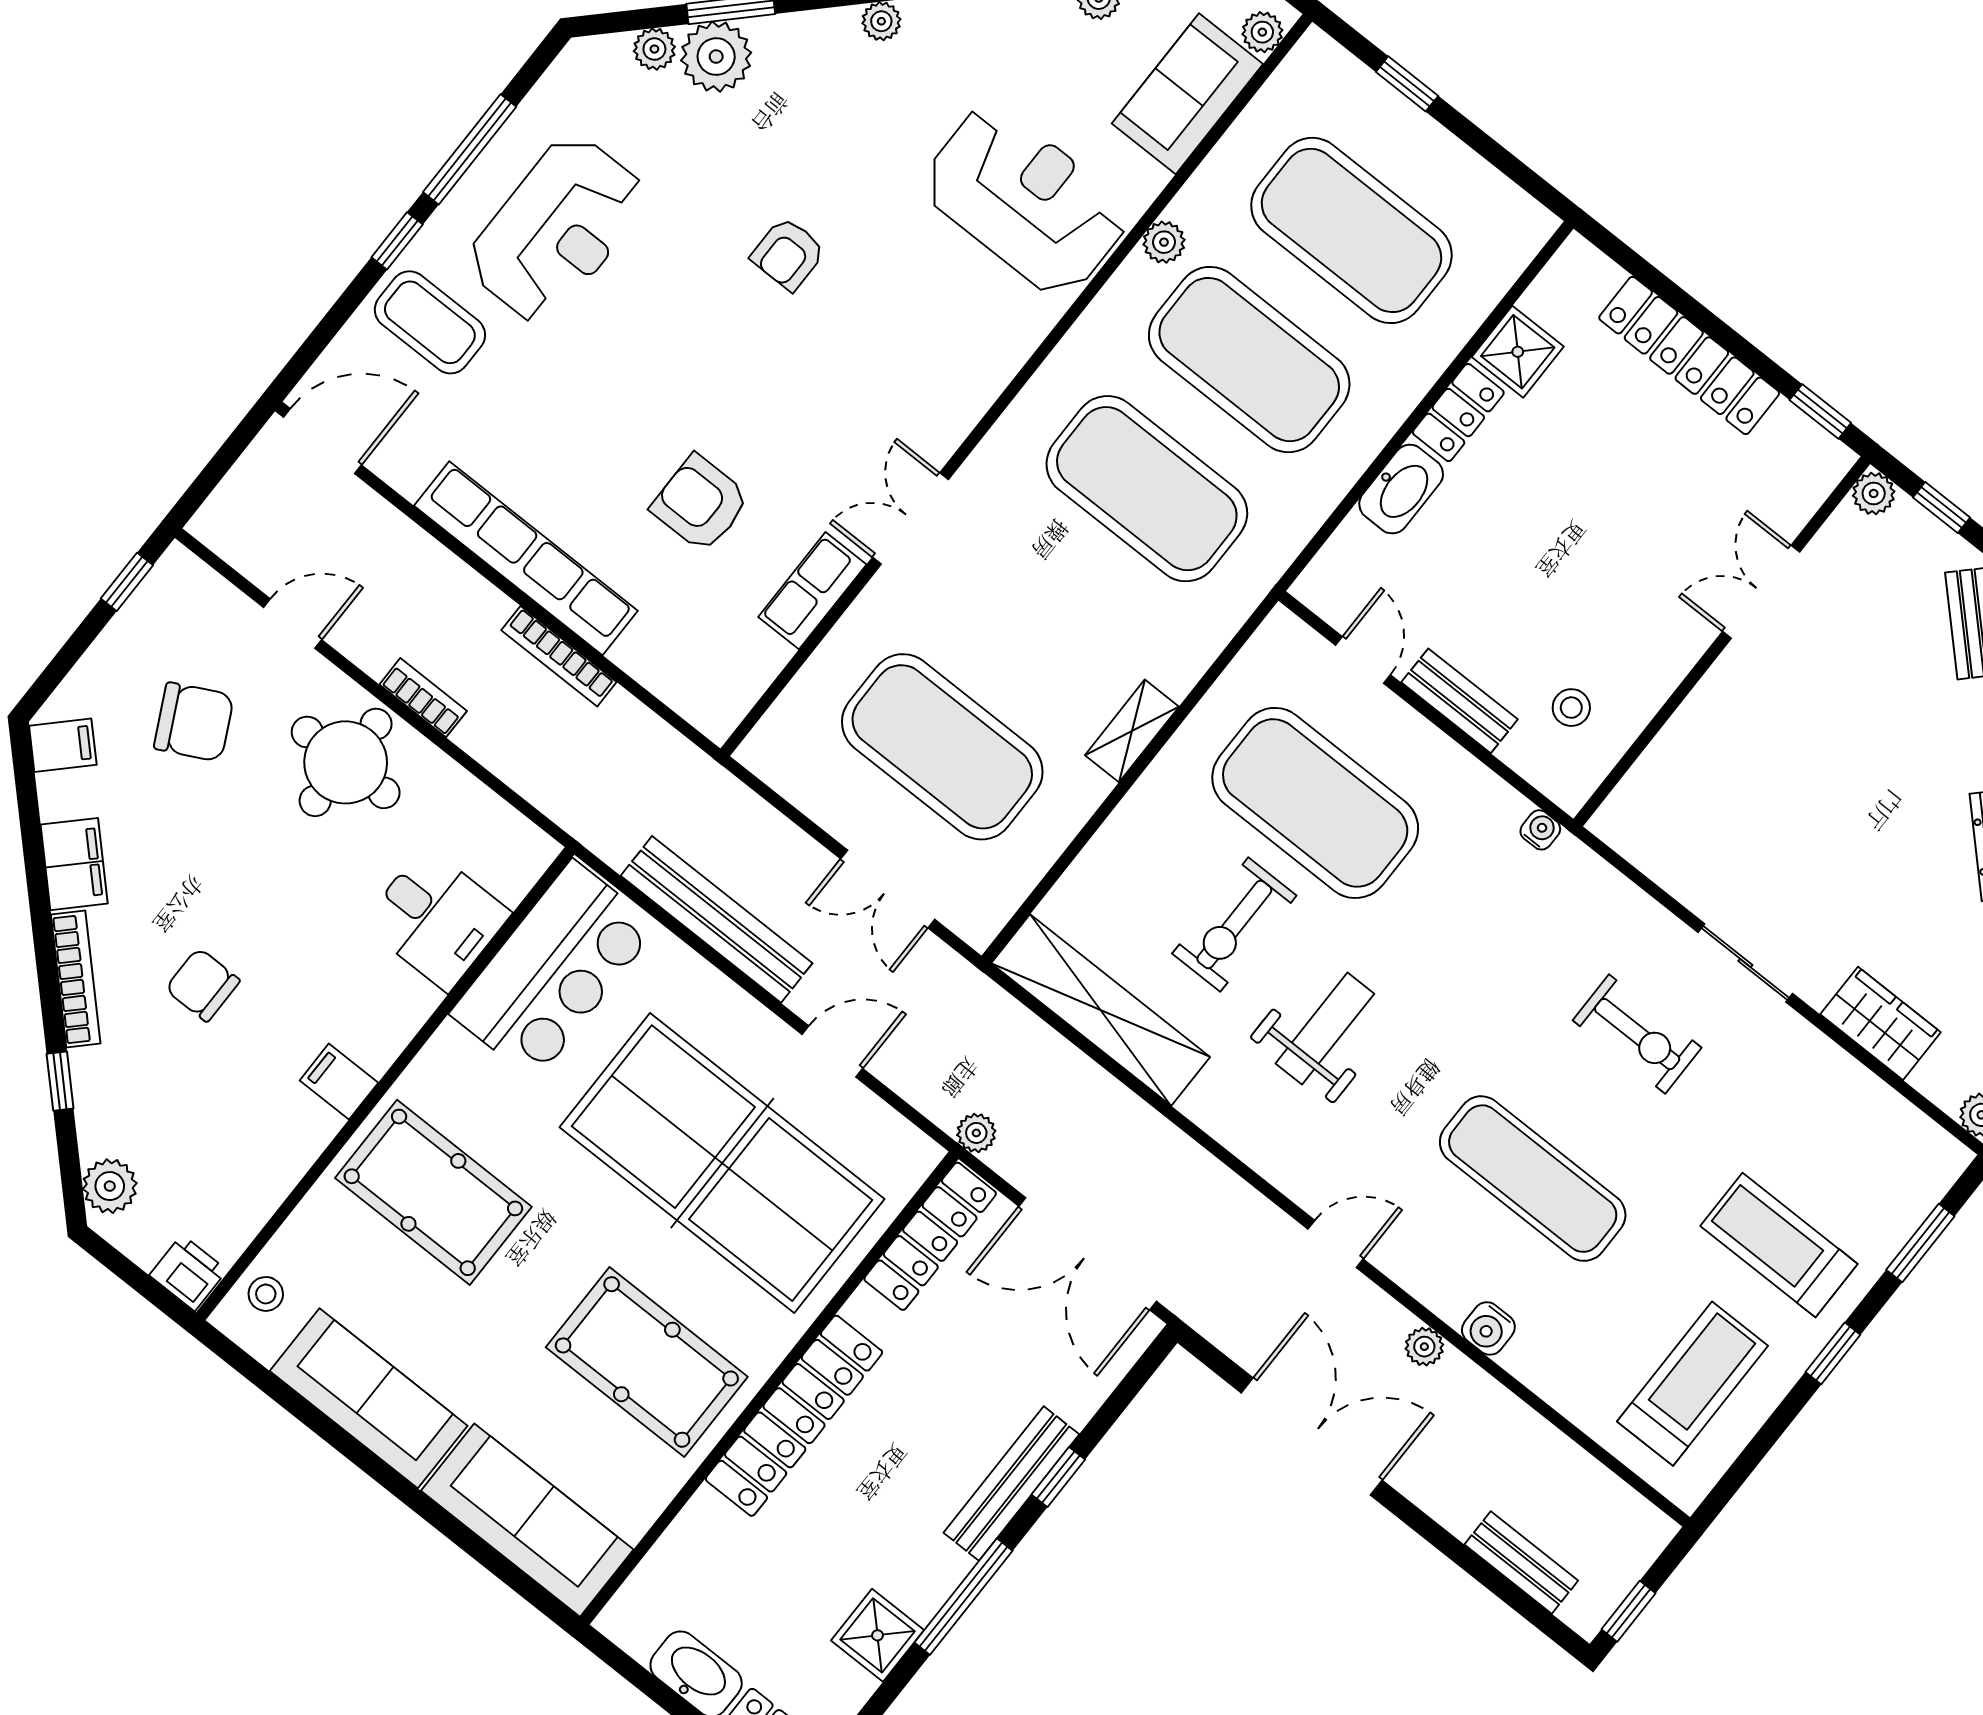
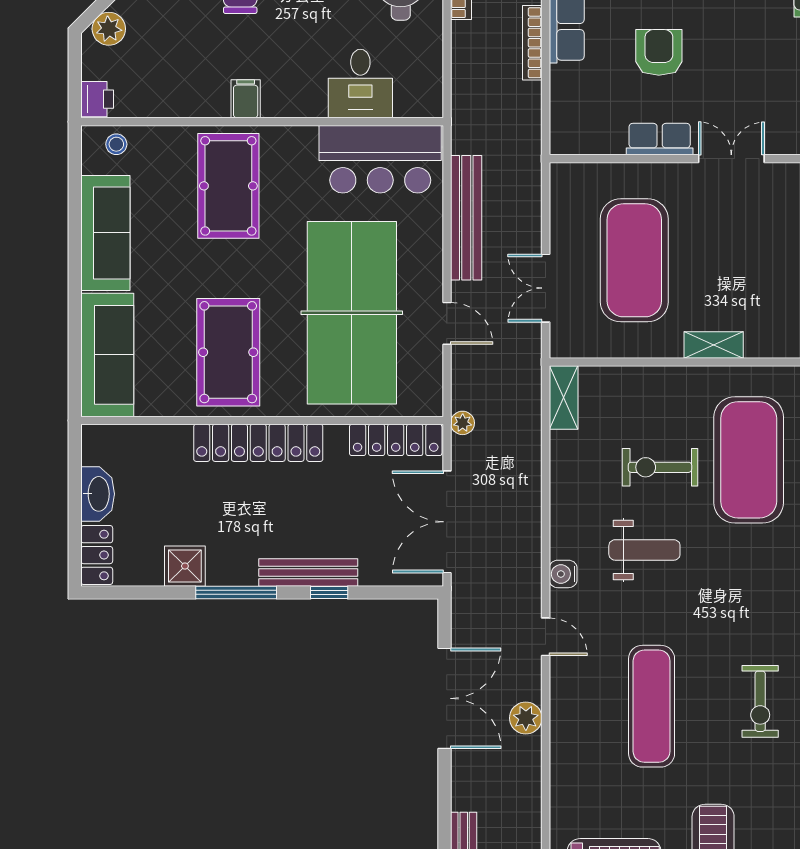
shelving: (1101, 1010) -> (564, 398), width x0.45, depth x0.75
water cooler: (1488, 1328) -> (563, 574), moved
plant: (1424, 1347) -> (526, 718), width x1.38, depth x1.38

